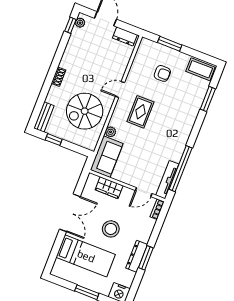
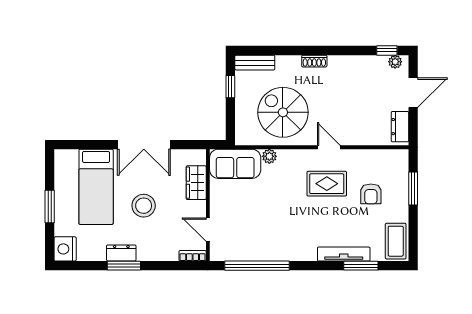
rug: (140, 112) -> (327, 184), moved
tv unit: (167, 180) -> (344, 254), moved
dresser: (137, 256) -> (121, 253), width x0.70

